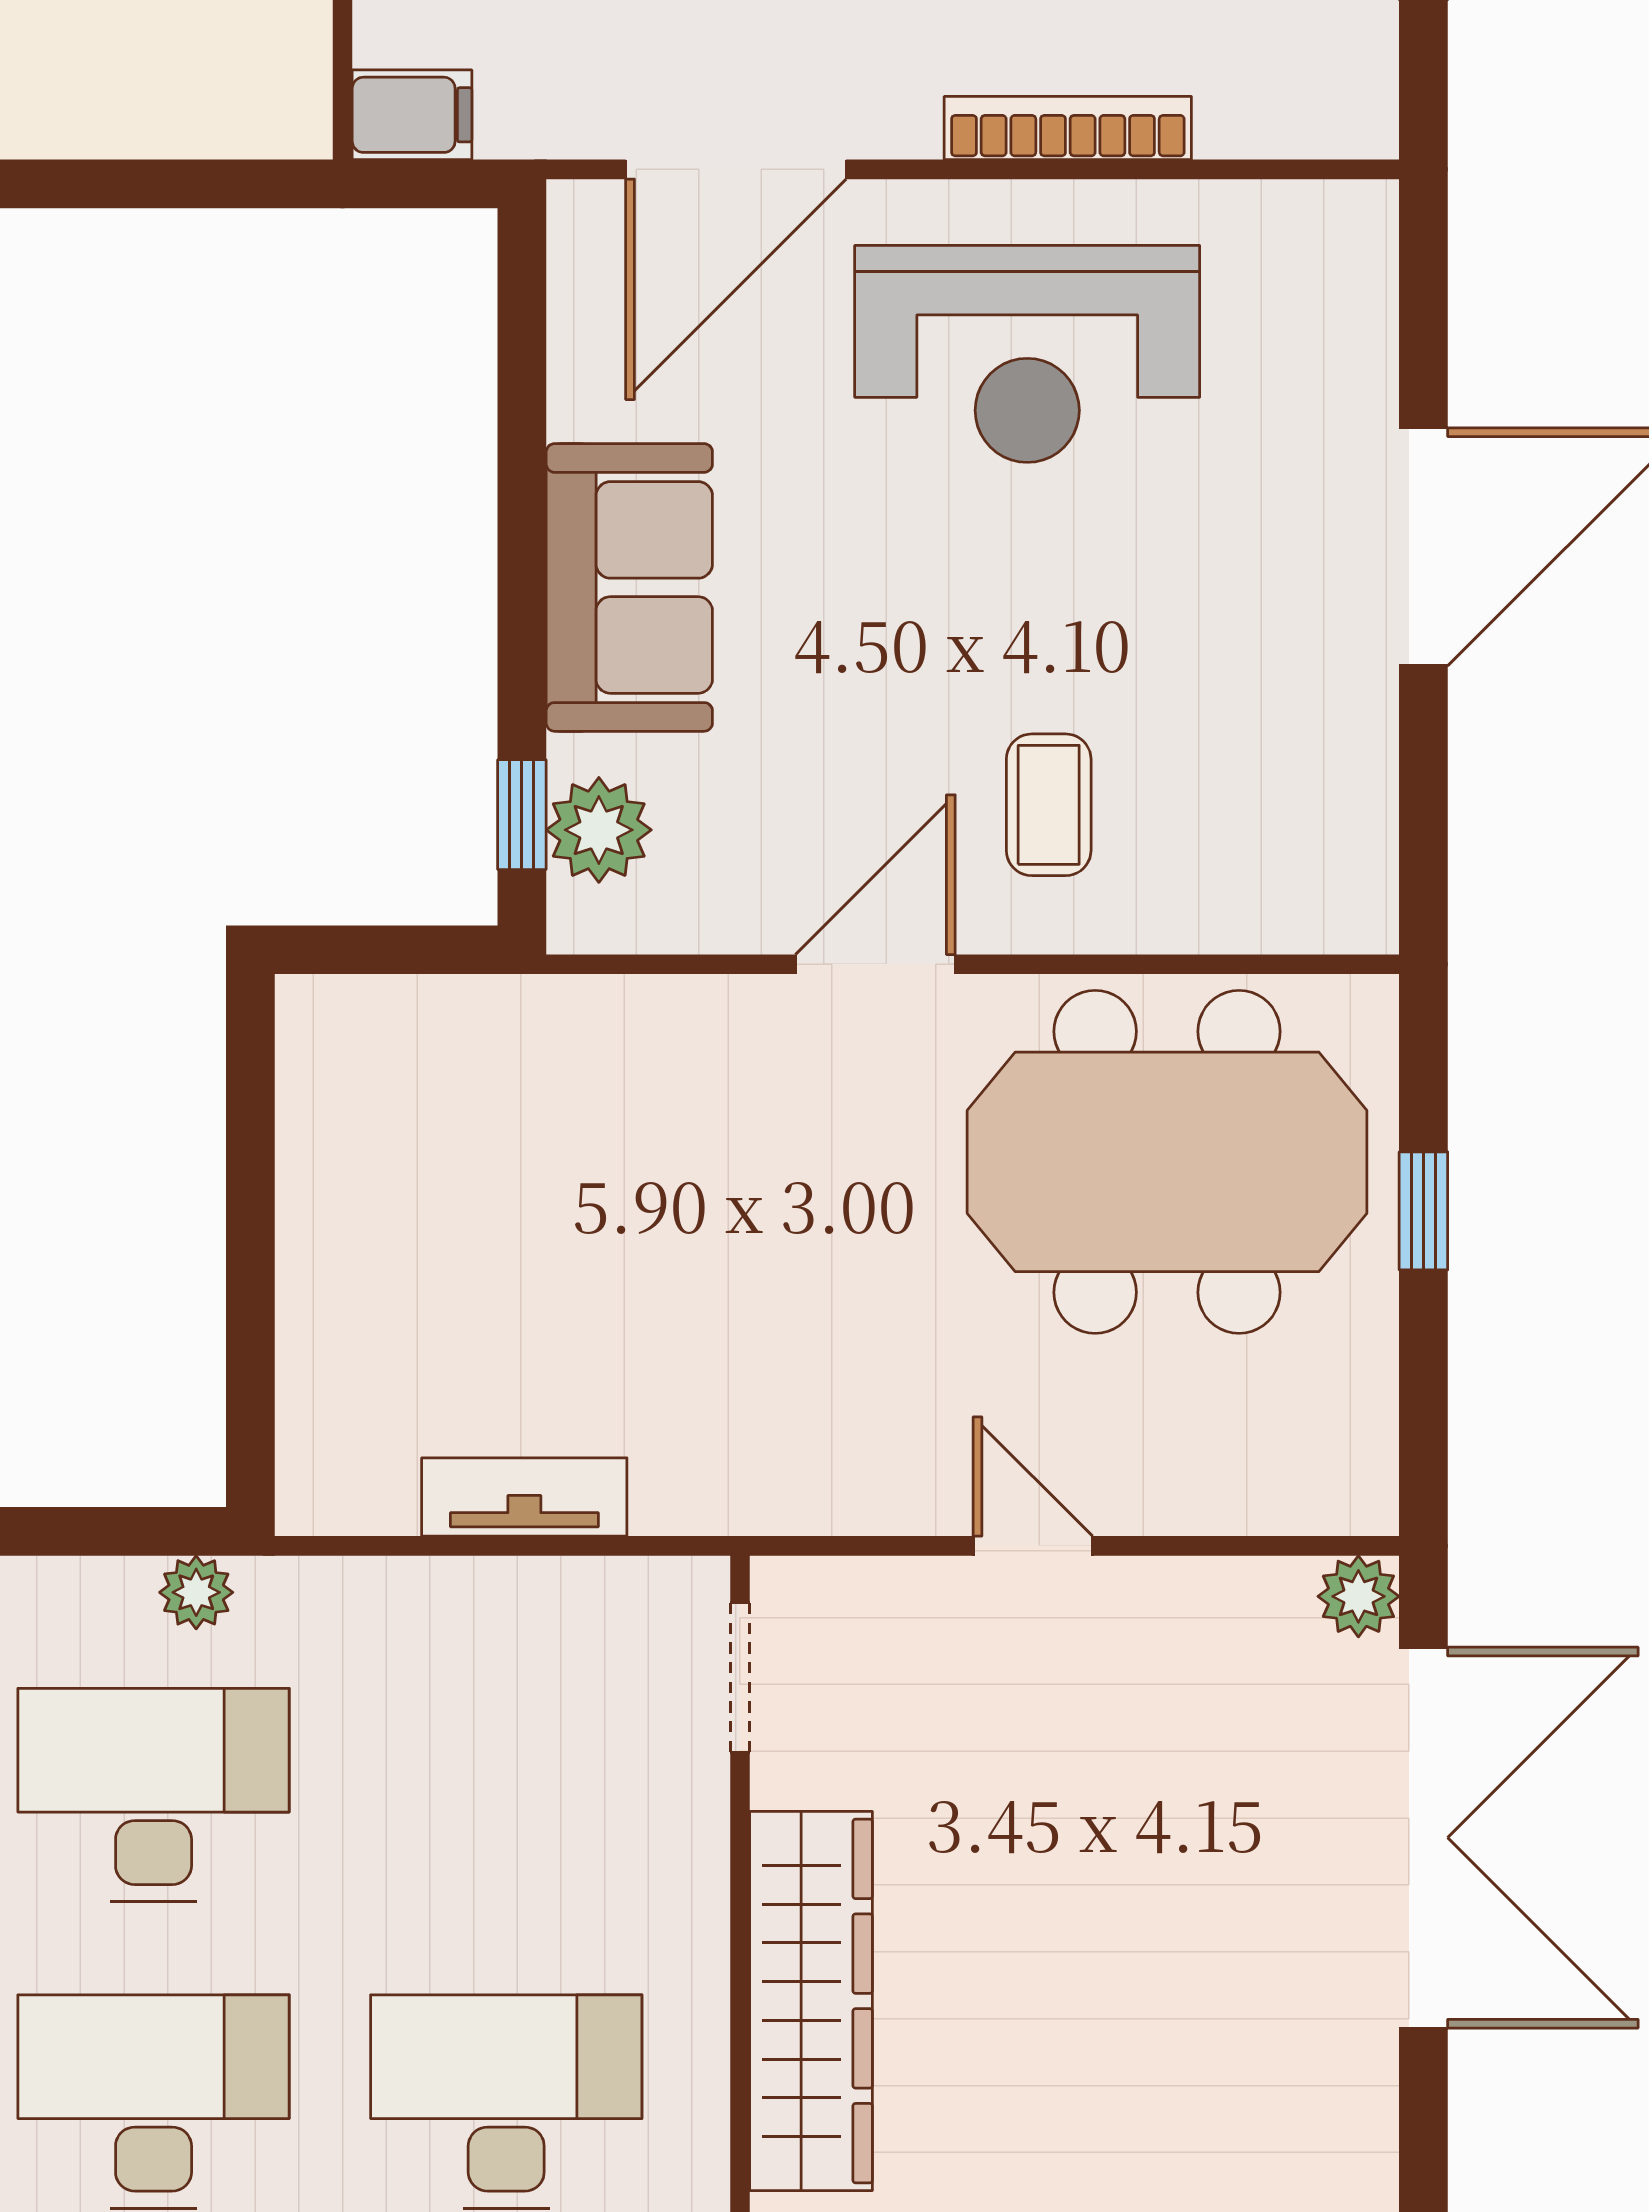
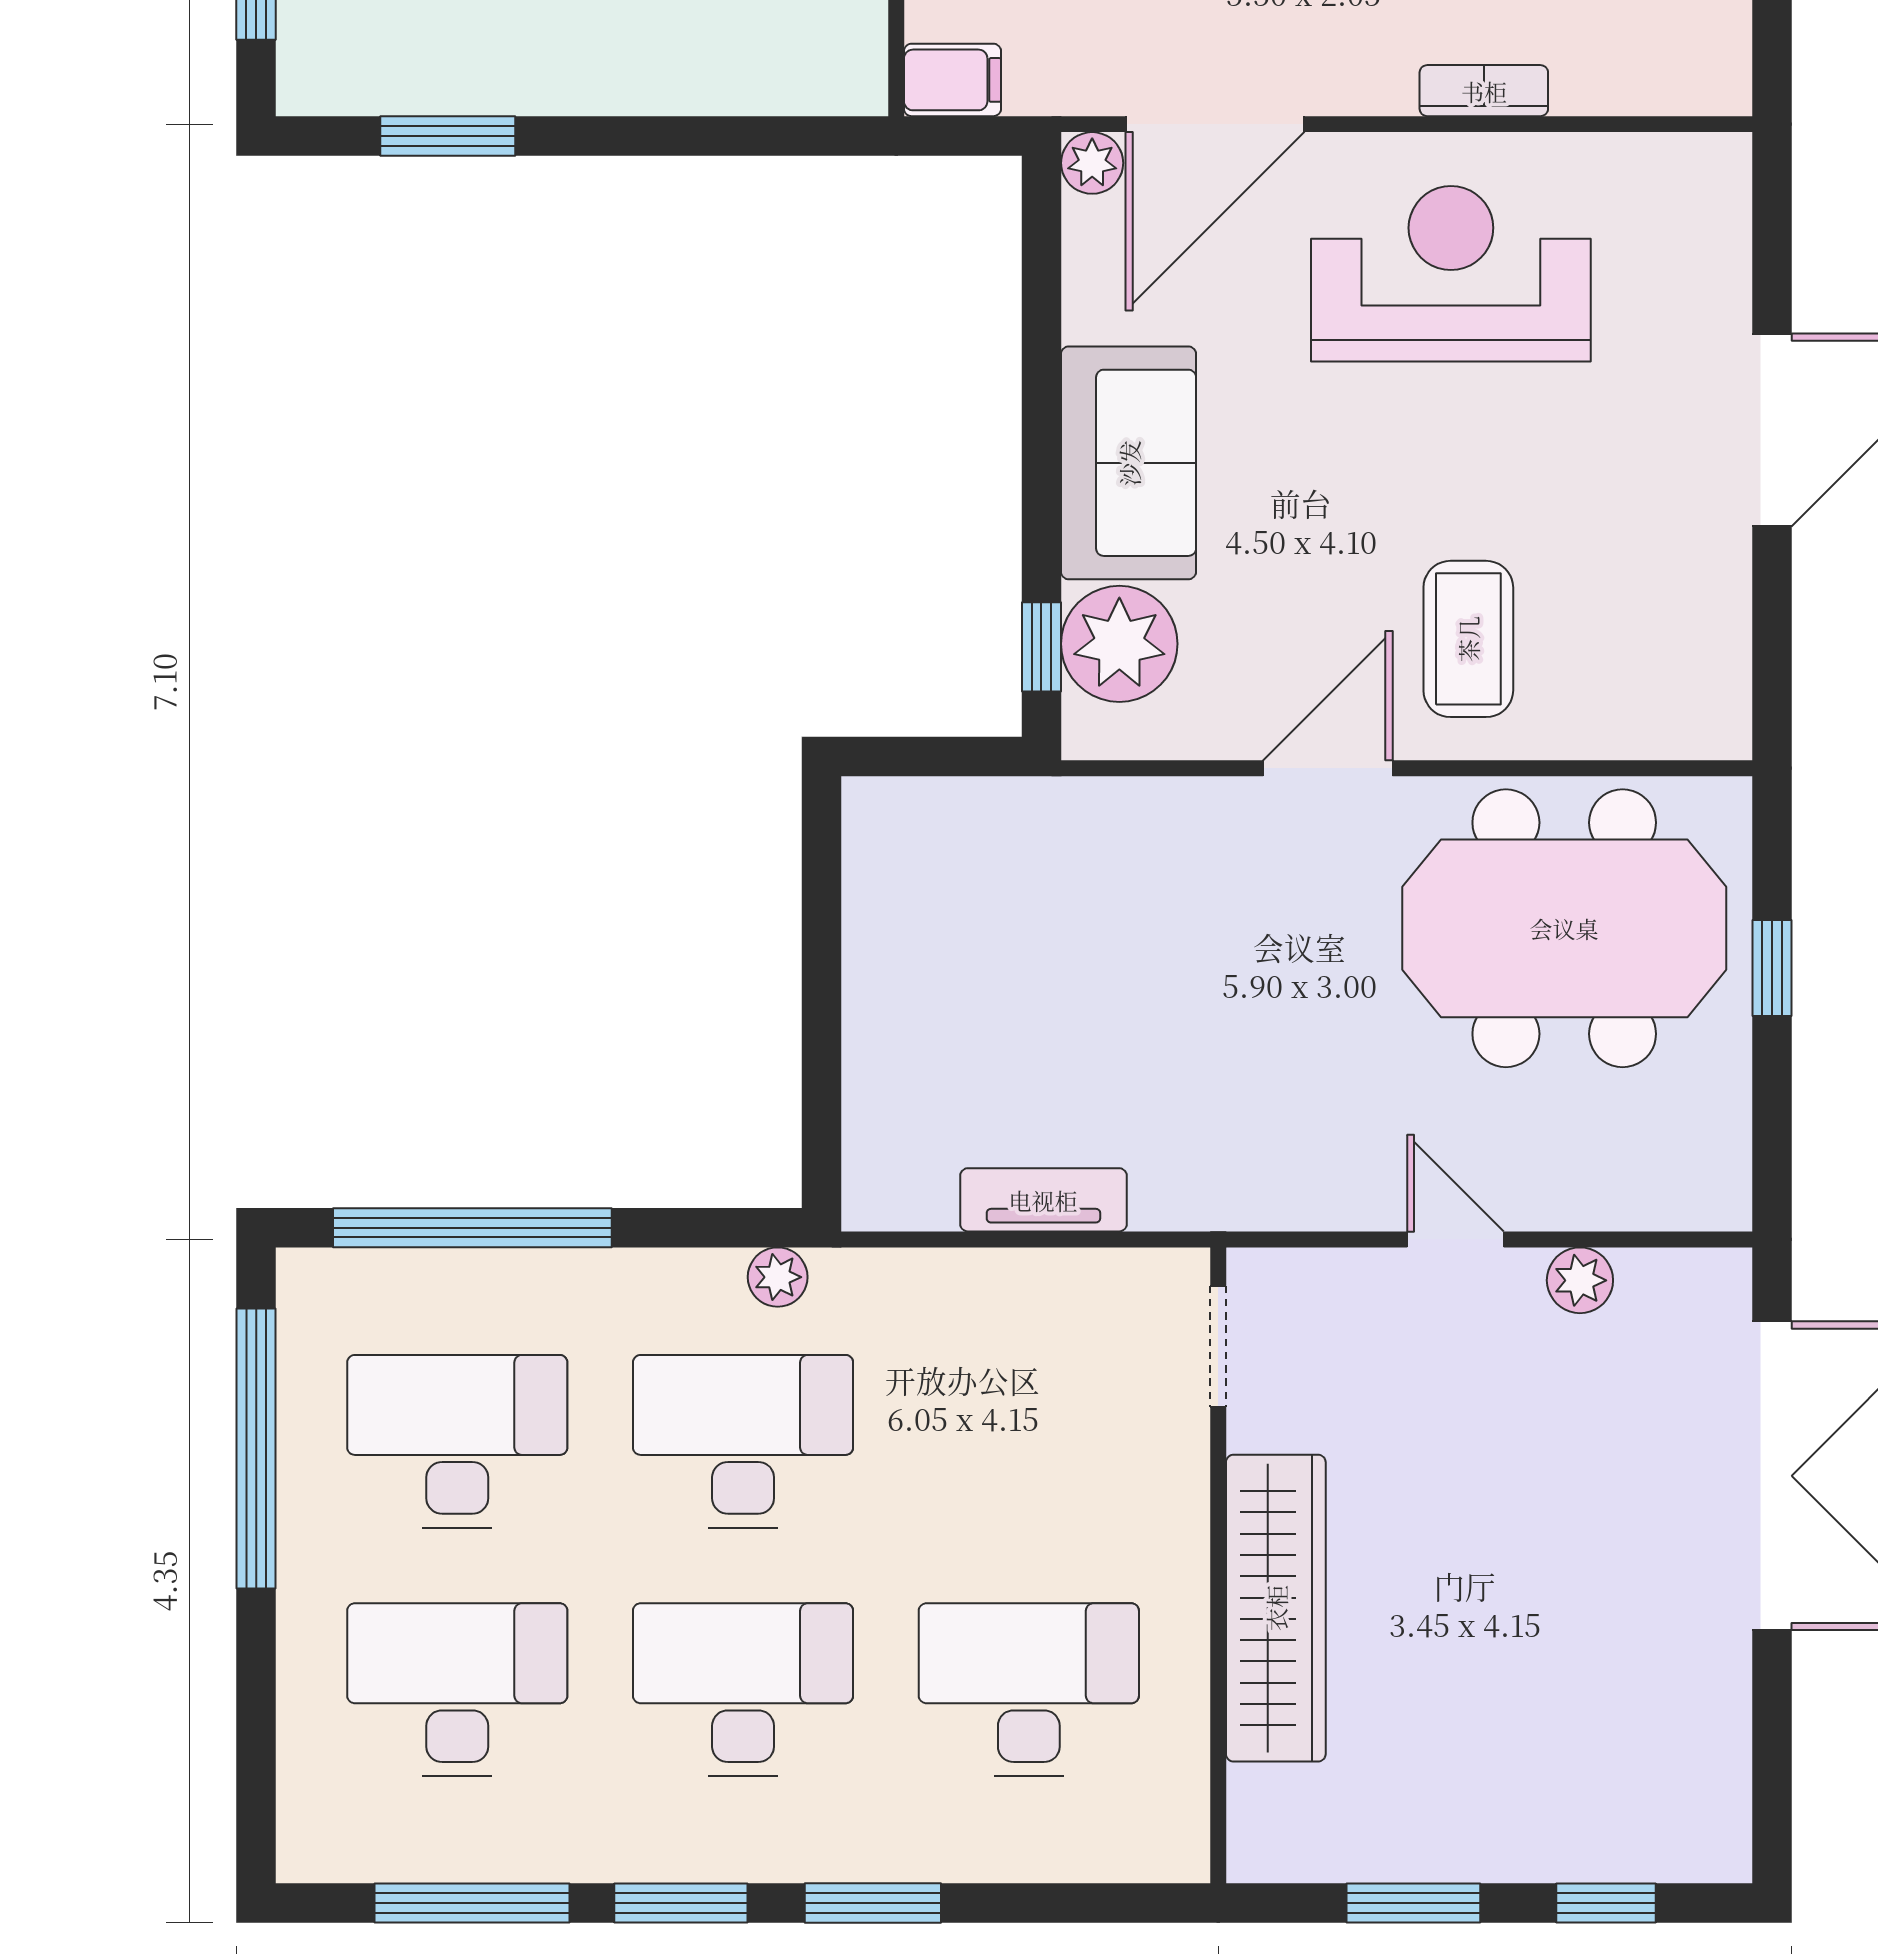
bookcase: (1068, 128) -> (1484, 91), width x0.64
plant: (584, 217) -> (1092, 163), added
reception desk: (1027, 354) -> (1451, 274), turned 180
coffee table: (1049, 805) -> (1468, 639), width x1.36, depth x1.30
plant: (599, 830) -> (1119, 644), width x1.36, depth x1.36
plant: (1358, 1596) -> (1580, 1280), moved

